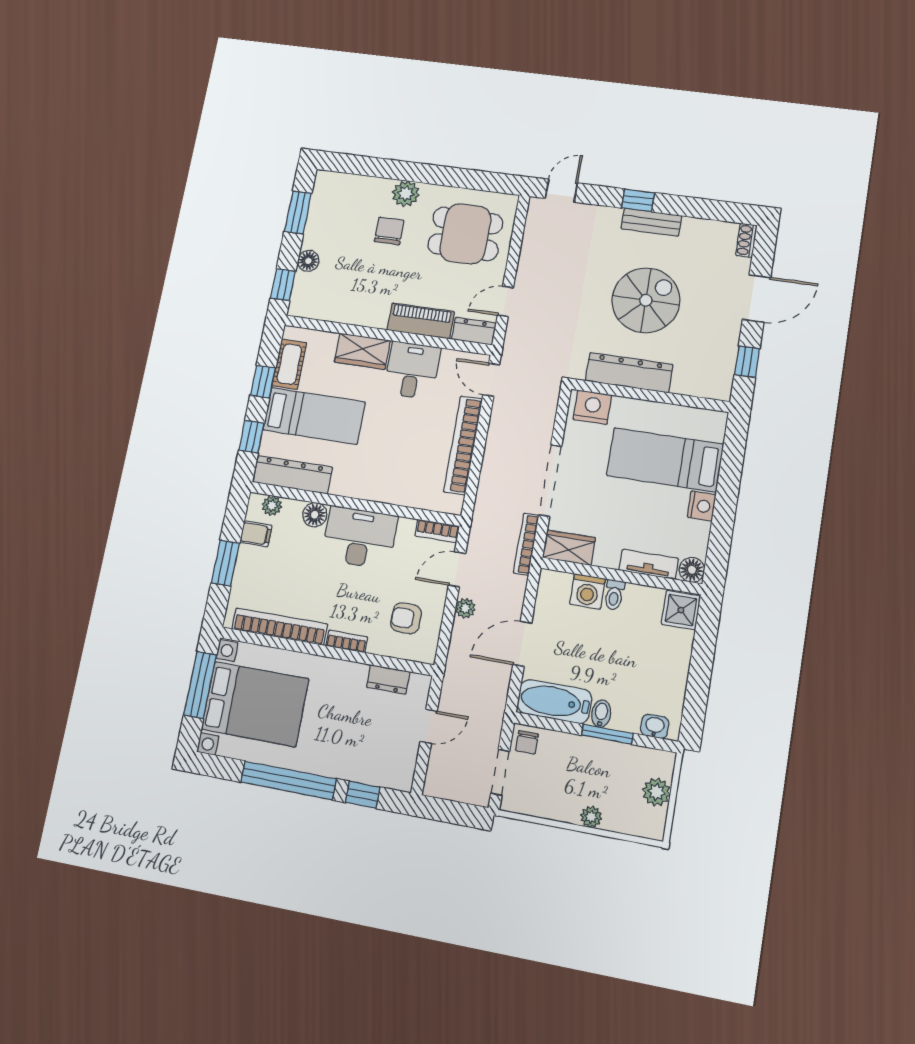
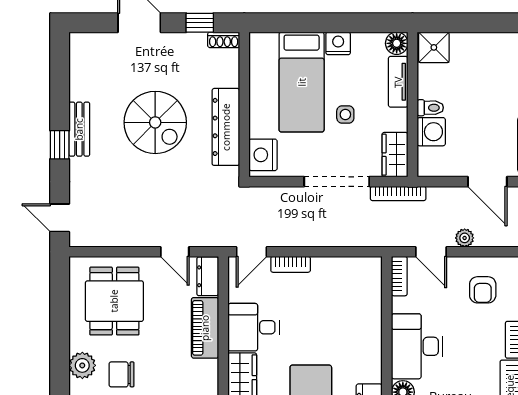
shoe rack: (746, 240) -> (224, 40), moved
spiral stairs: (646, 300) -> (155, 122), turned 180
bookcase: (463, 445) -> (291, 264), width x0.43, depth x0.76
side table: (622, 501) -> (345, 114), added

